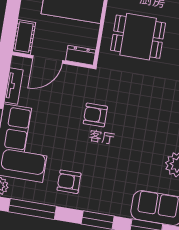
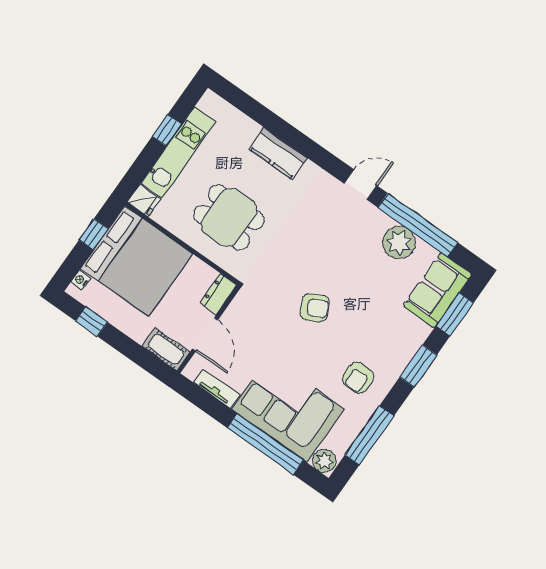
dining table: (138, 37) -> (229, 217), turned 90
armchair: (95, 115) -> (315, 308), moved, turned -115

